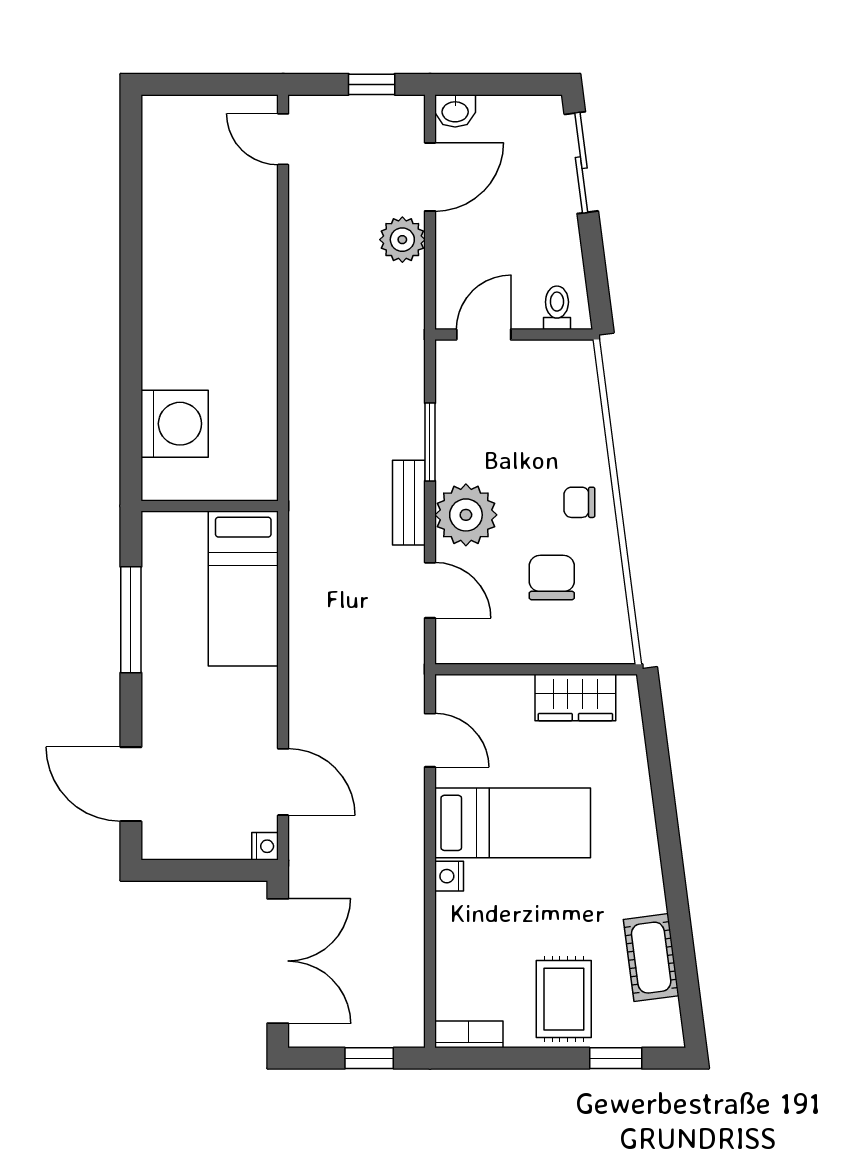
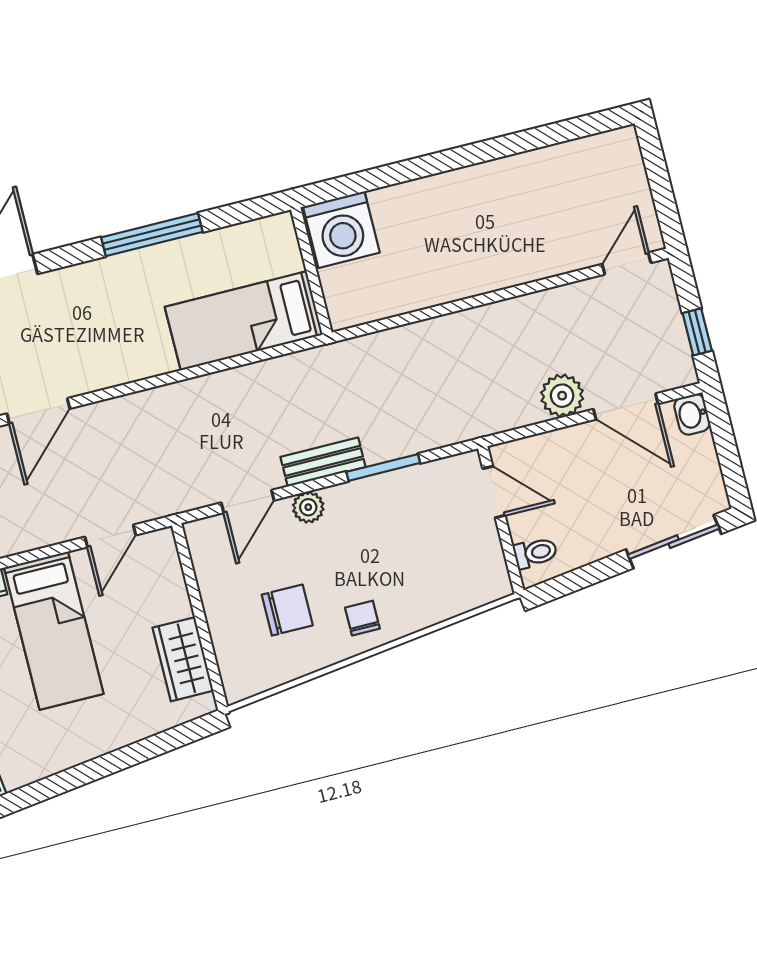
wall: (210, 506) -> (311, 271), moved
plant: (466, 515) -> (308, 507), width x0.53, depth x0.53
bed: (243, 588) -> (244, 321), moved

